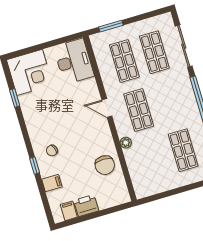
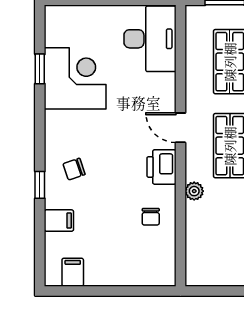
corner desk: (30, 72) -> (75, 78), moved, turned -90
chair: (105, 165) -> (151, 217), width x0.54, depth x0.54
printer: (86, 206) -> (162, 167), moved, turned -90

